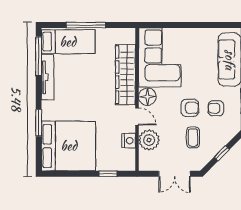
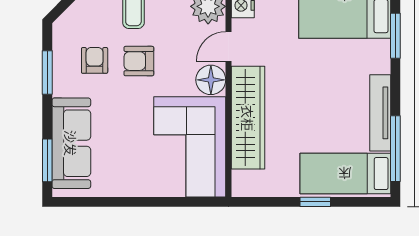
window: (86, 25) -> (315, 202), width x0.46
armchair: (216, 108) -> (95, 60), turned -90
door: (137, 117) -> (228, 46), hinge flipped

